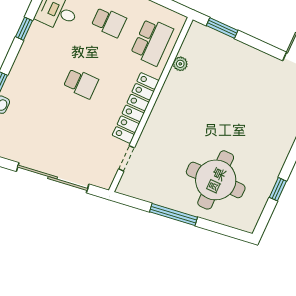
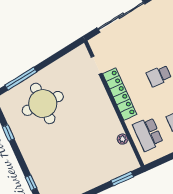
window: (173, 215) -> (21, 79), moved

